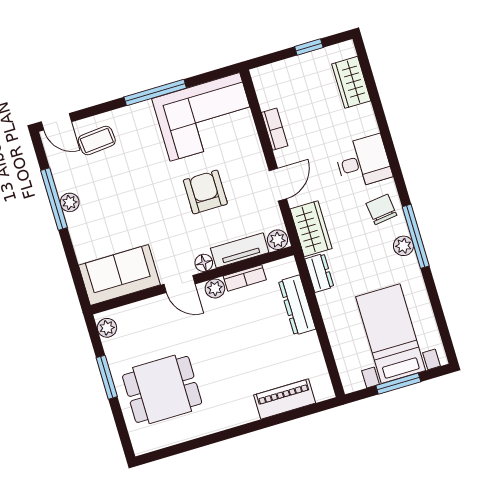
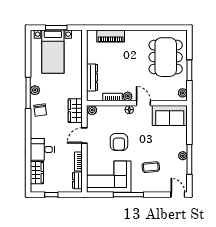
coffee table: (97, 141) -> (151, 167), moved
desk: (363, 162) -> (42, 149), moved
tv unit: (240, 250) -> (111, 110), removed
dresser: (319, 273) -> (77, 180), moved
dining table: (162, 389) -> (166, 57), width x1.38

